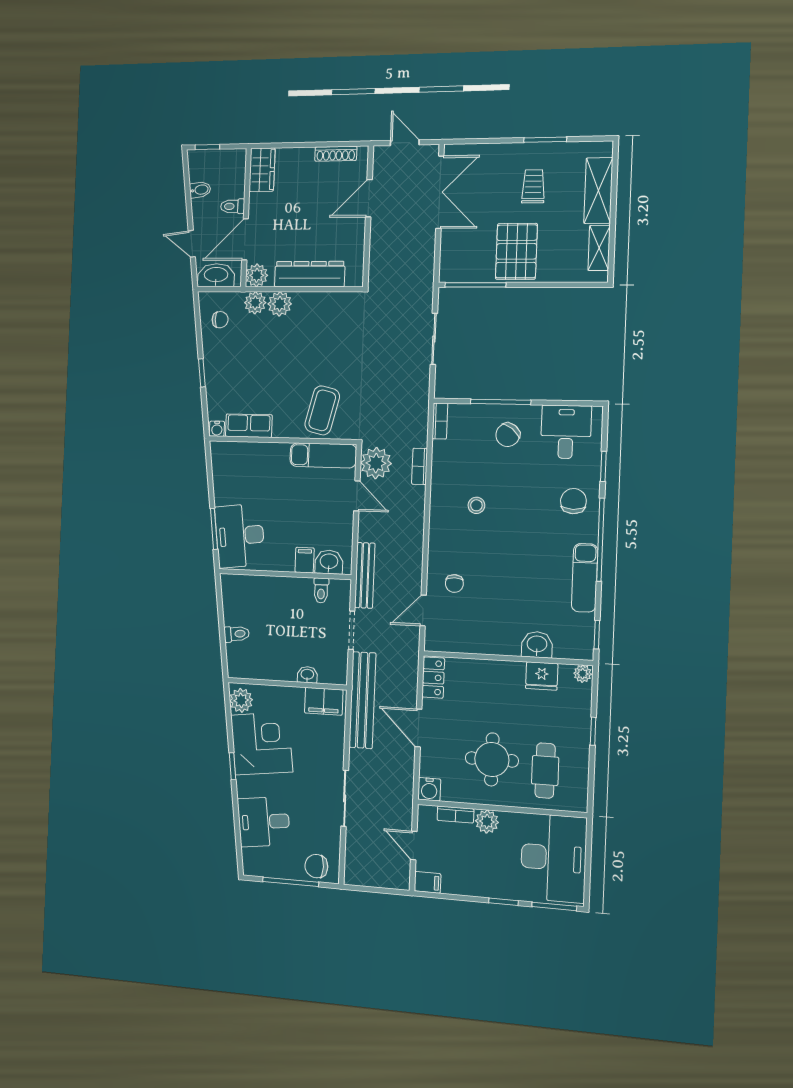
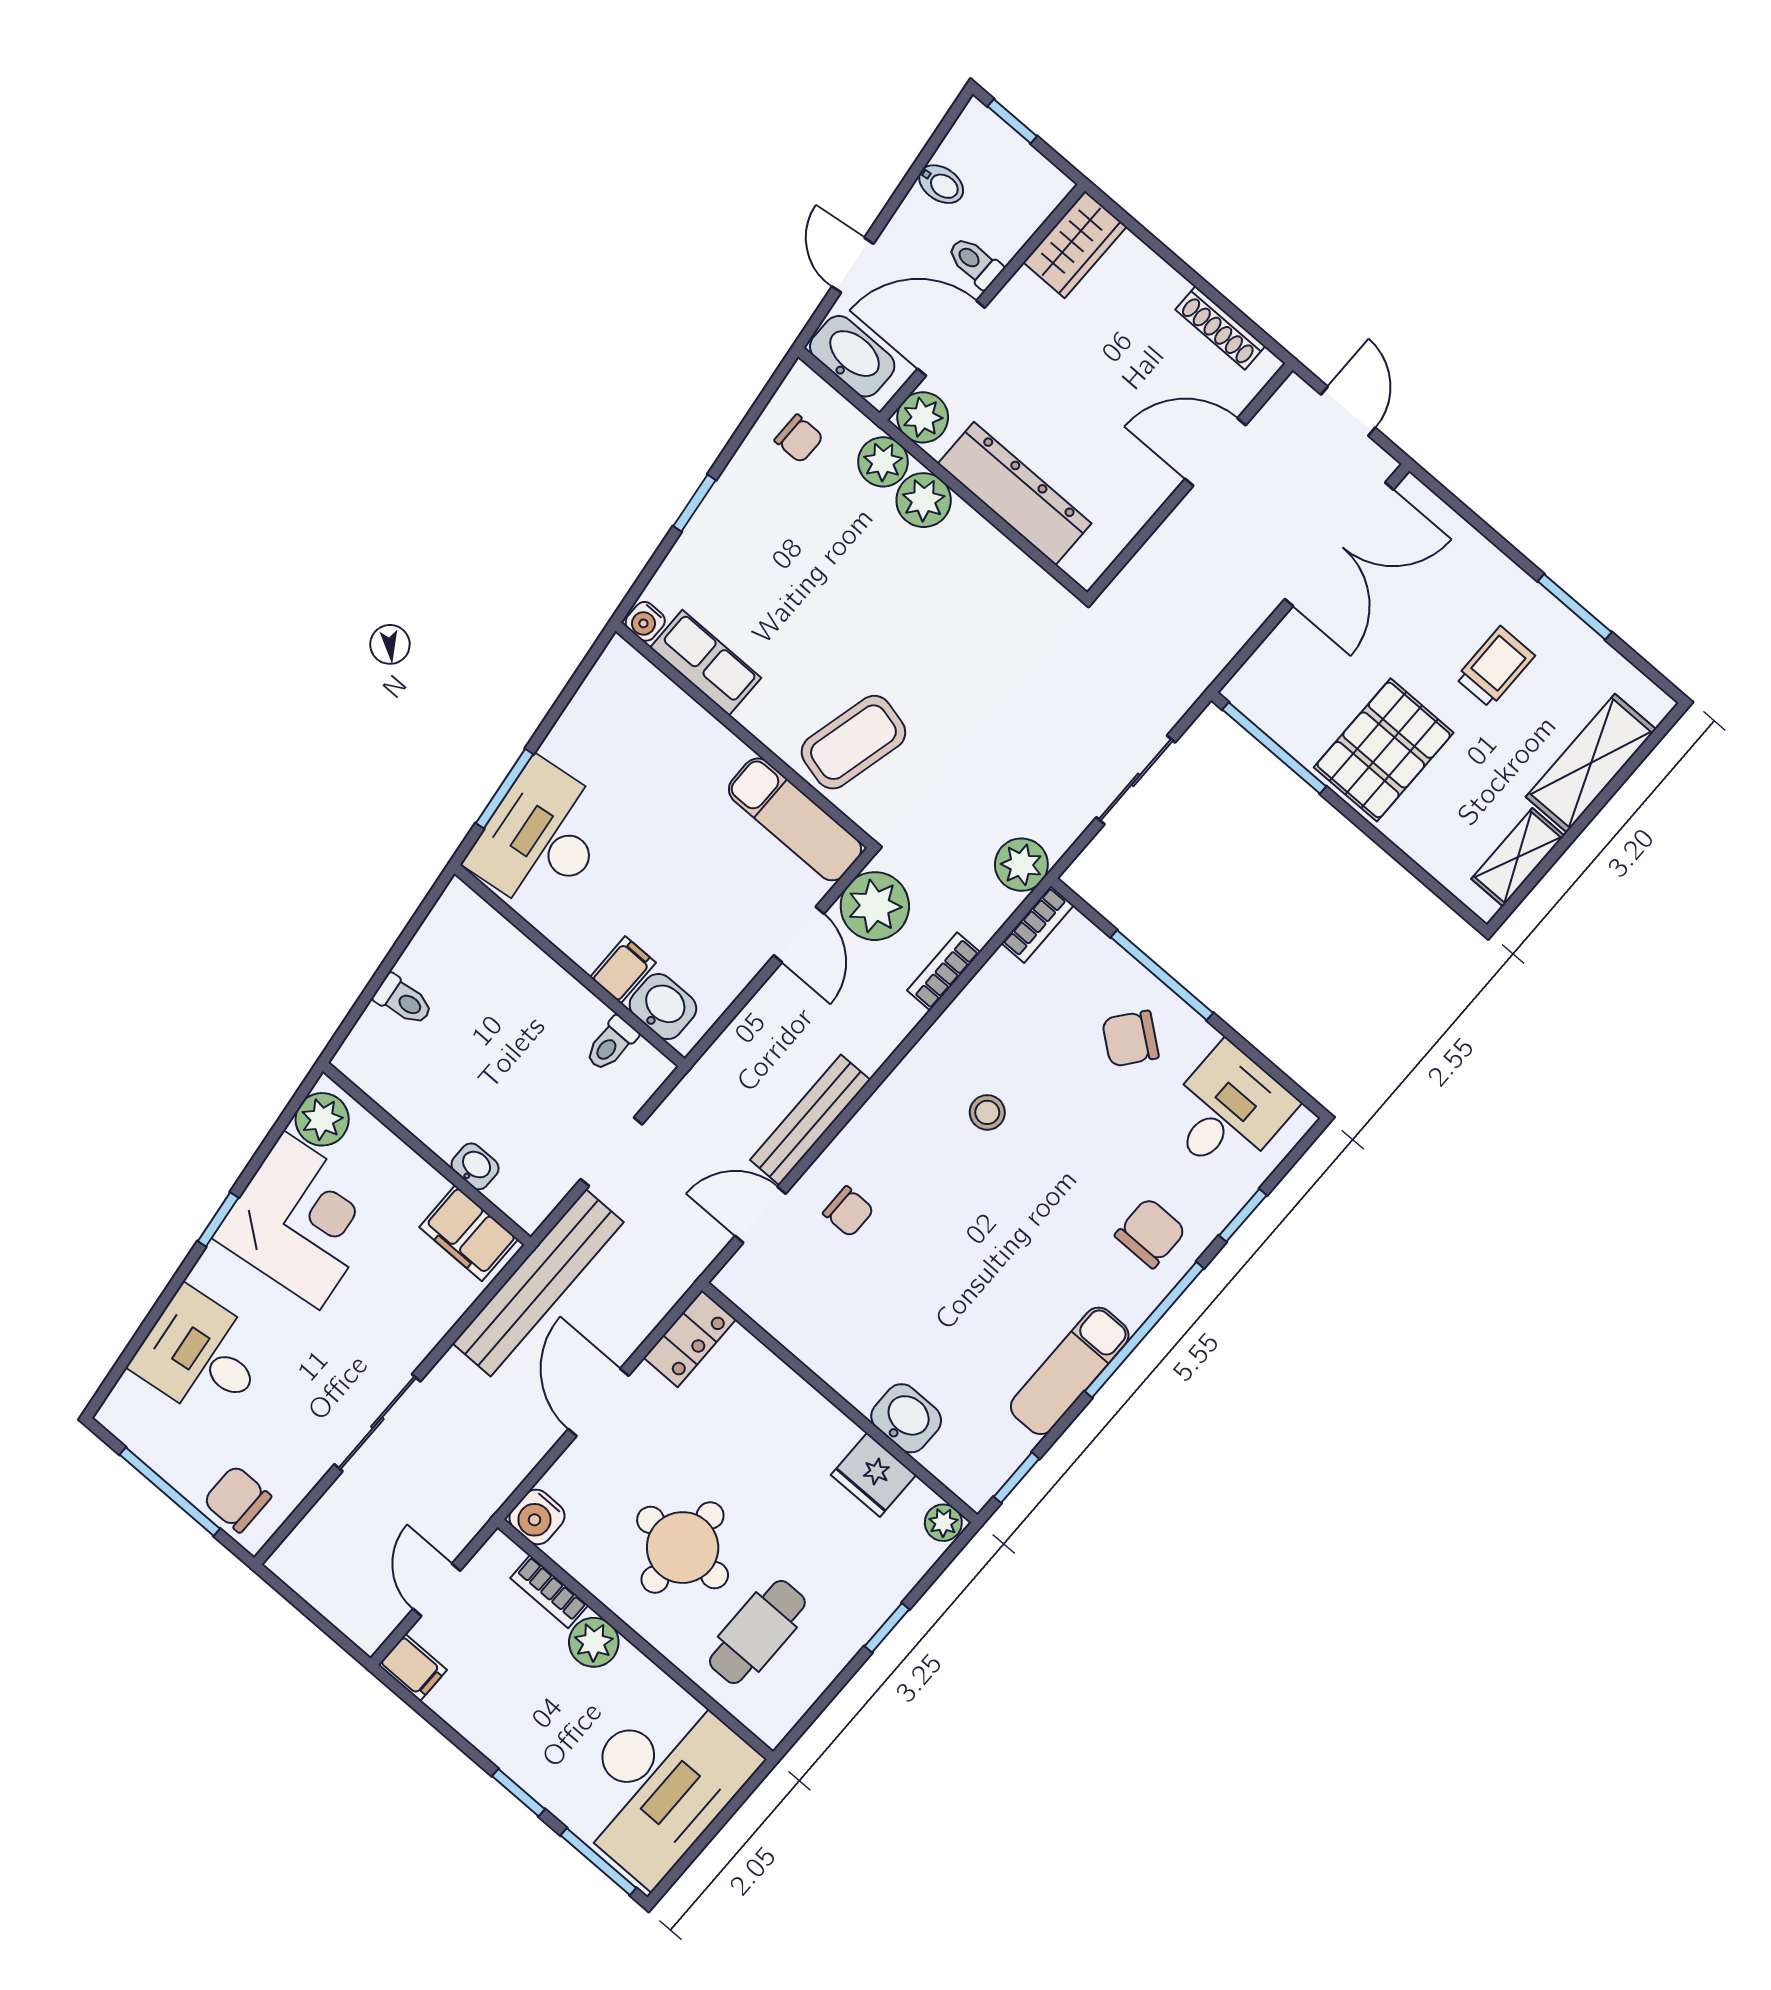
plant: (417, 404) -> (1021, 865), added
bench: (365, 575) -> (810, 1120), moved
chair: (454, 584) -> (848, 1212), turned -90

